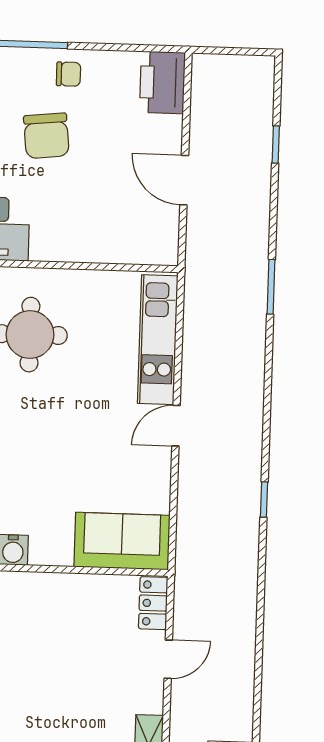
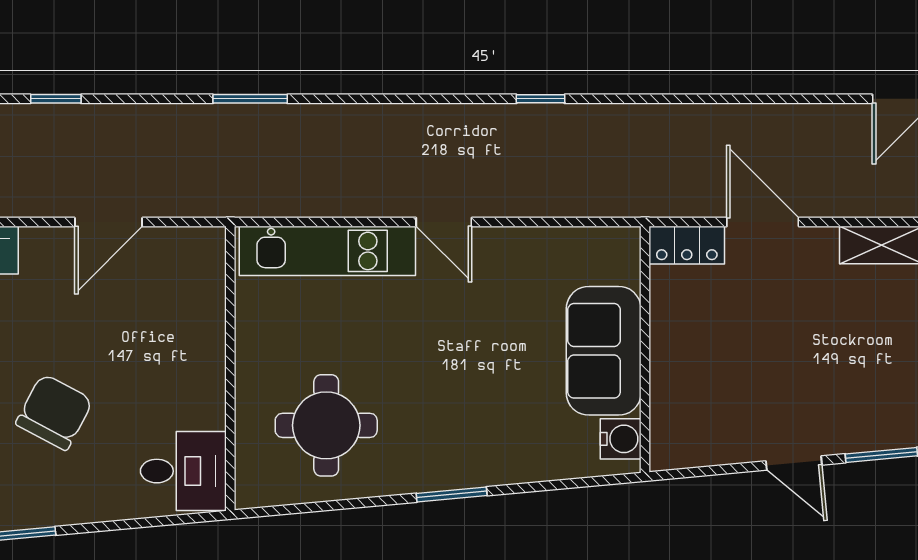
chair: (46, 136) -> (54, 412), turned -56
sofa: (122, 541) -> (604, 351), moved
door: (168, 659) -> (763, 222), width x1.38

